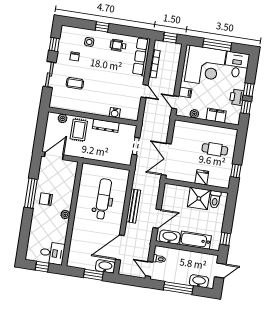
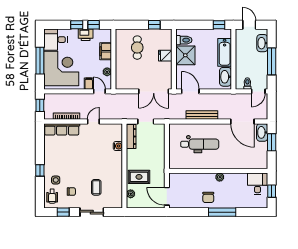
wheelchair: (118, 45) -> (52, 196), moved
door: (175, 102) -> (99, 91), swing flipped
dresser: (106, 126) -> (131, 136), moved
window: (31, 193) -> (222, 212), moved
dental chair: (103, 199) -> (200, 144), turned 180
door: (157, 219) -> (190, 91), moved

